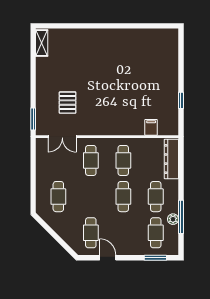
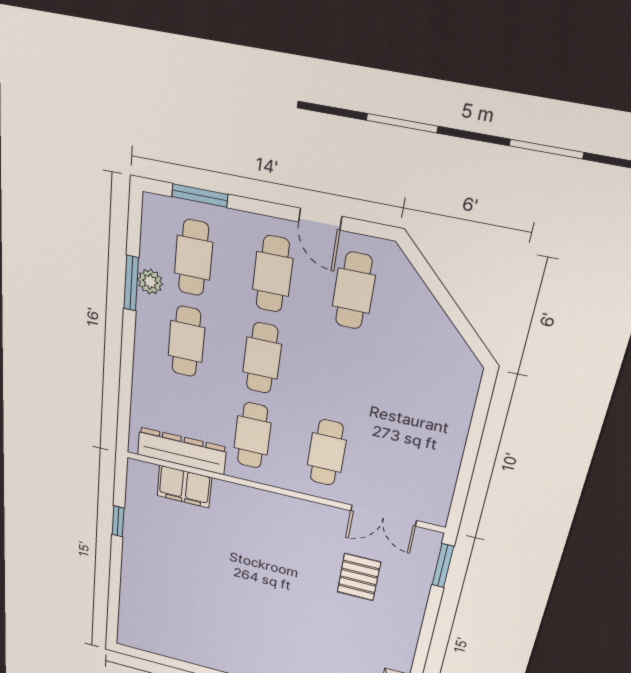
filing cabinet: (151, 127) -> (184, 487), width x2.00
double door: (62, 137) -> (384, 516), swing flipped
dresser: (171, 159) -> (182, 451), moved, turned -90
cafe table: (58, 197) -> (273, 274), moved
window: (181, 217) -> (131, 283), width x0.69

